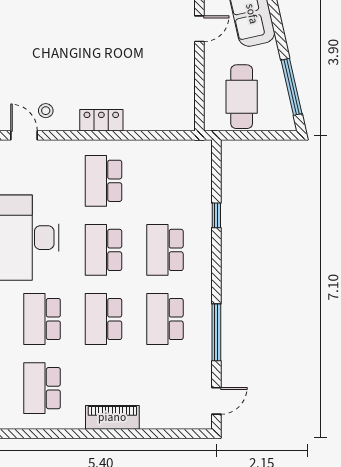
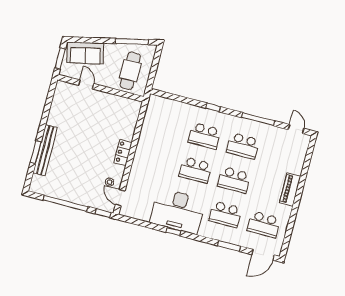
cafe table: (242, 97) -> (130, 71), turned 90
door: (24, 135) -> (120, 198), hinge flipped
school desk: (103, 181) -> (157, 160), removed
window: (216, 215) -> (213, 107), moved

